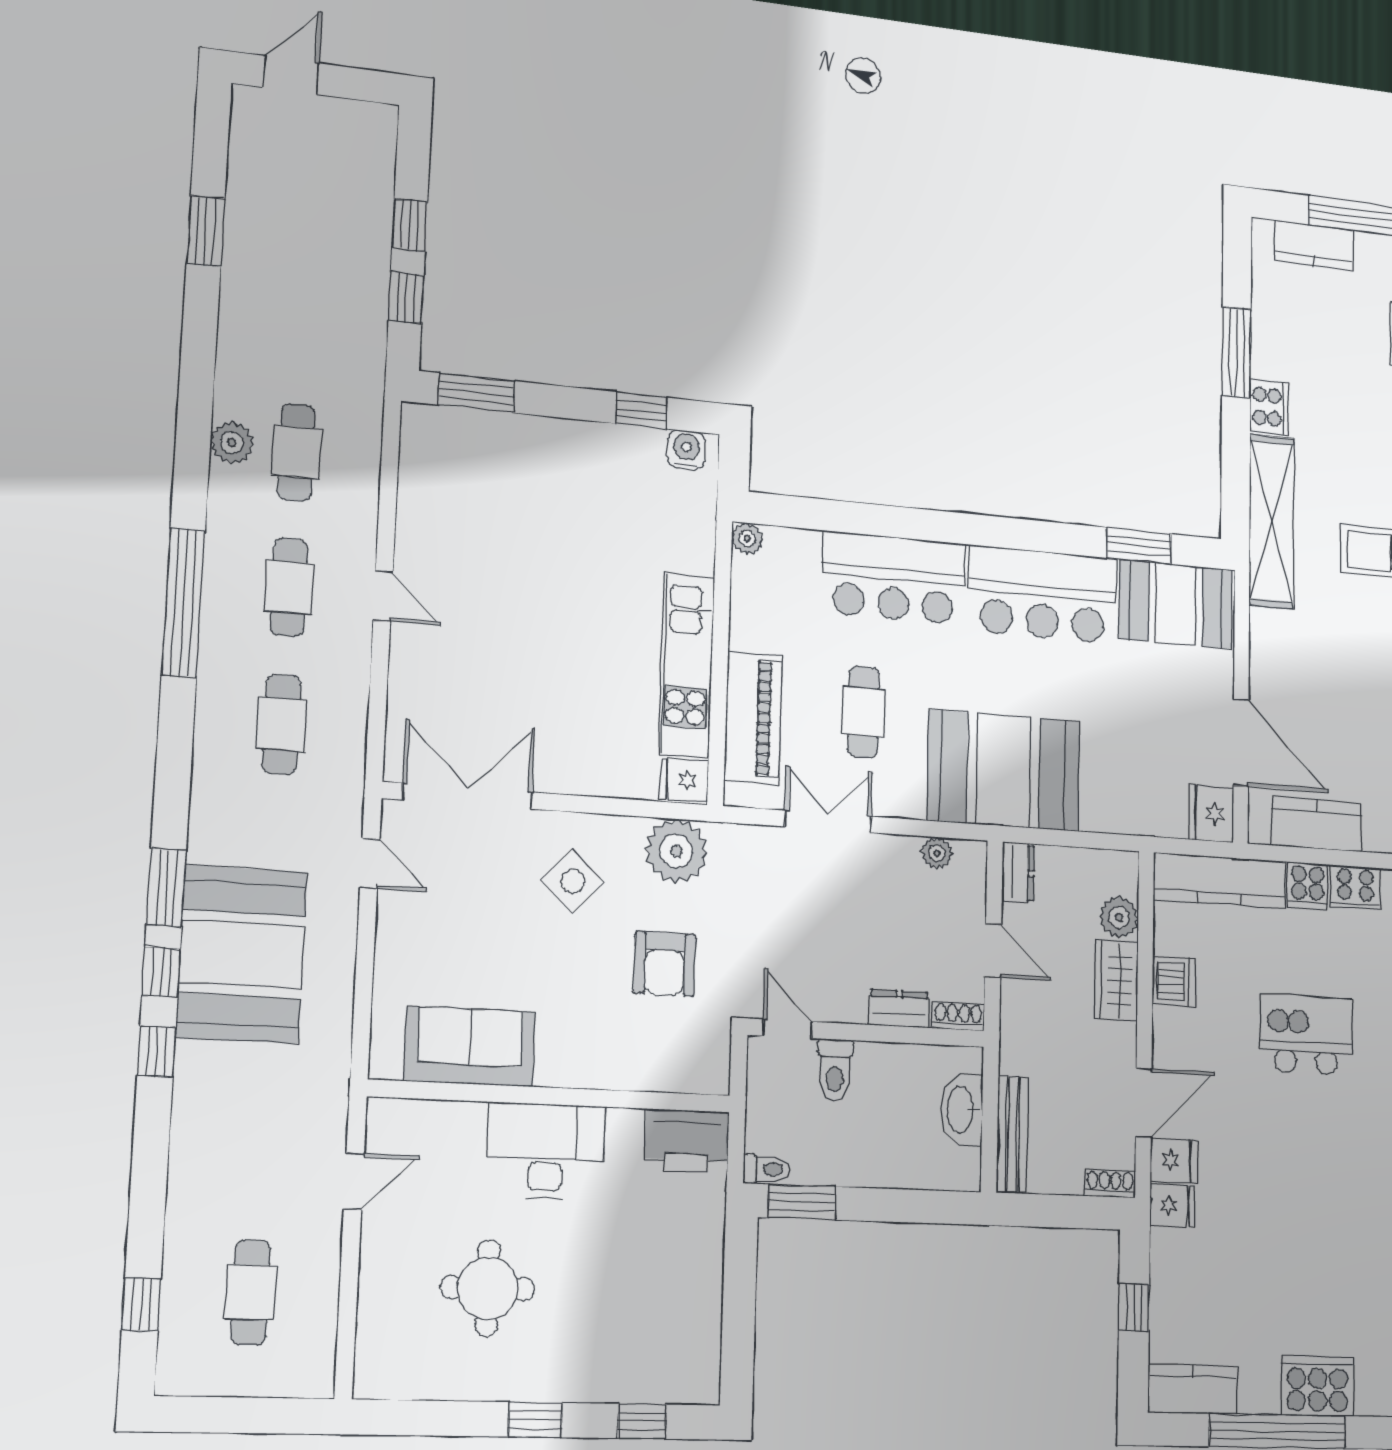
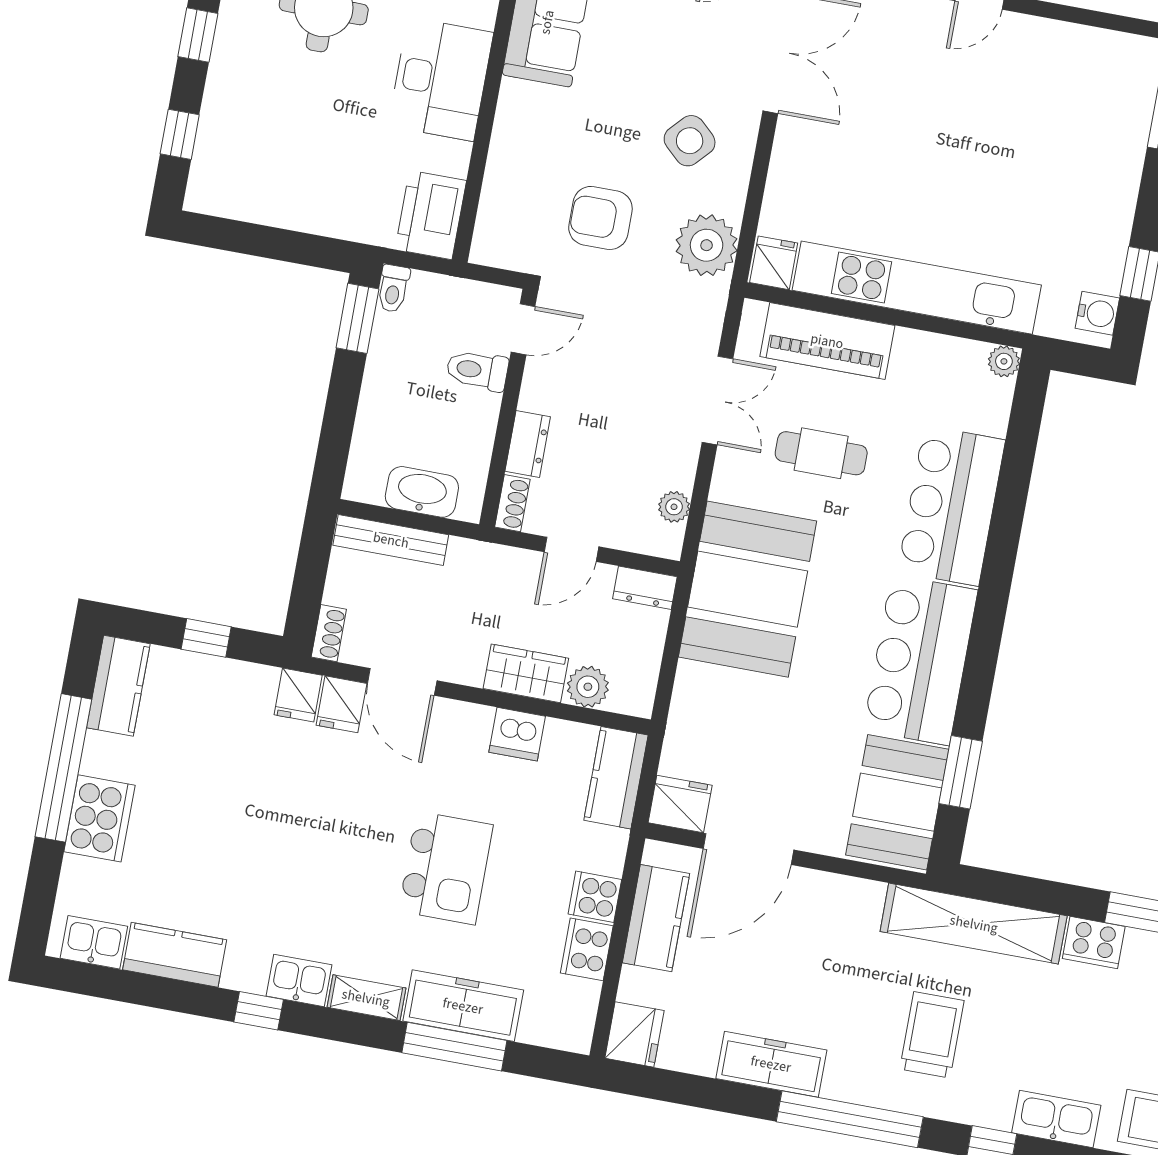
kitchen unit: (686, 665) -> (917, 288), width x1.36
kitchen counter: (1220, 880) -> (616, 778), width x0.67

